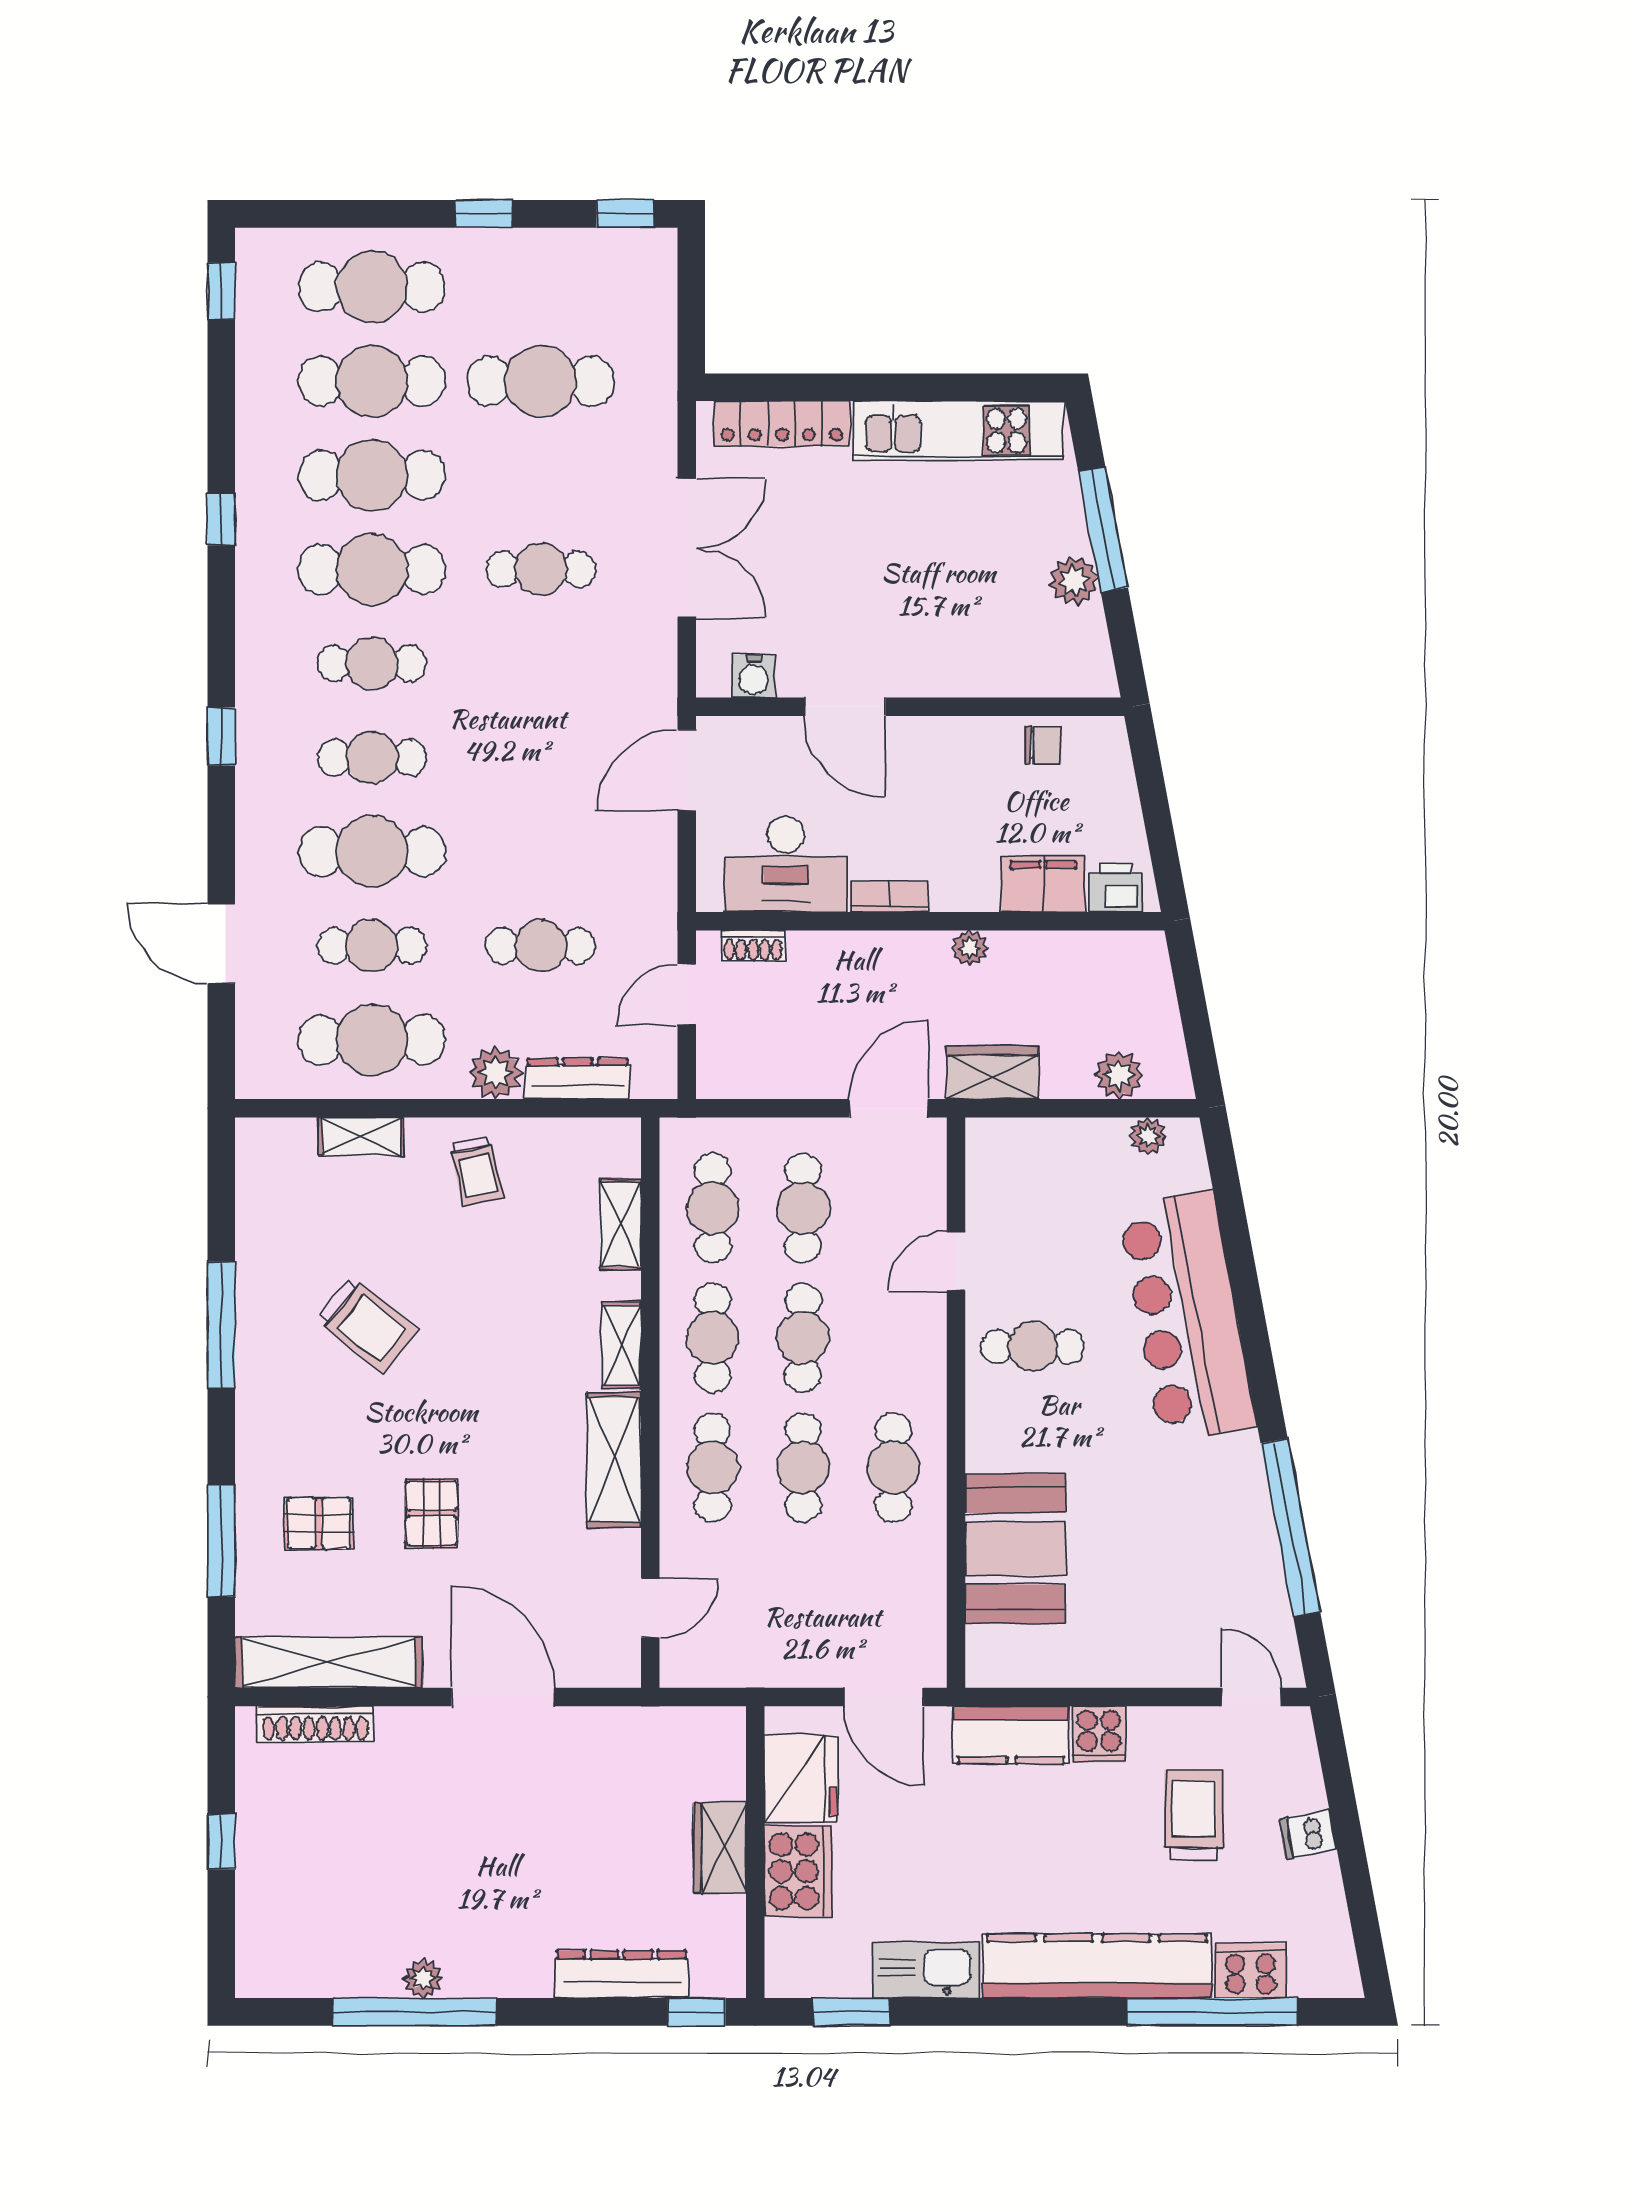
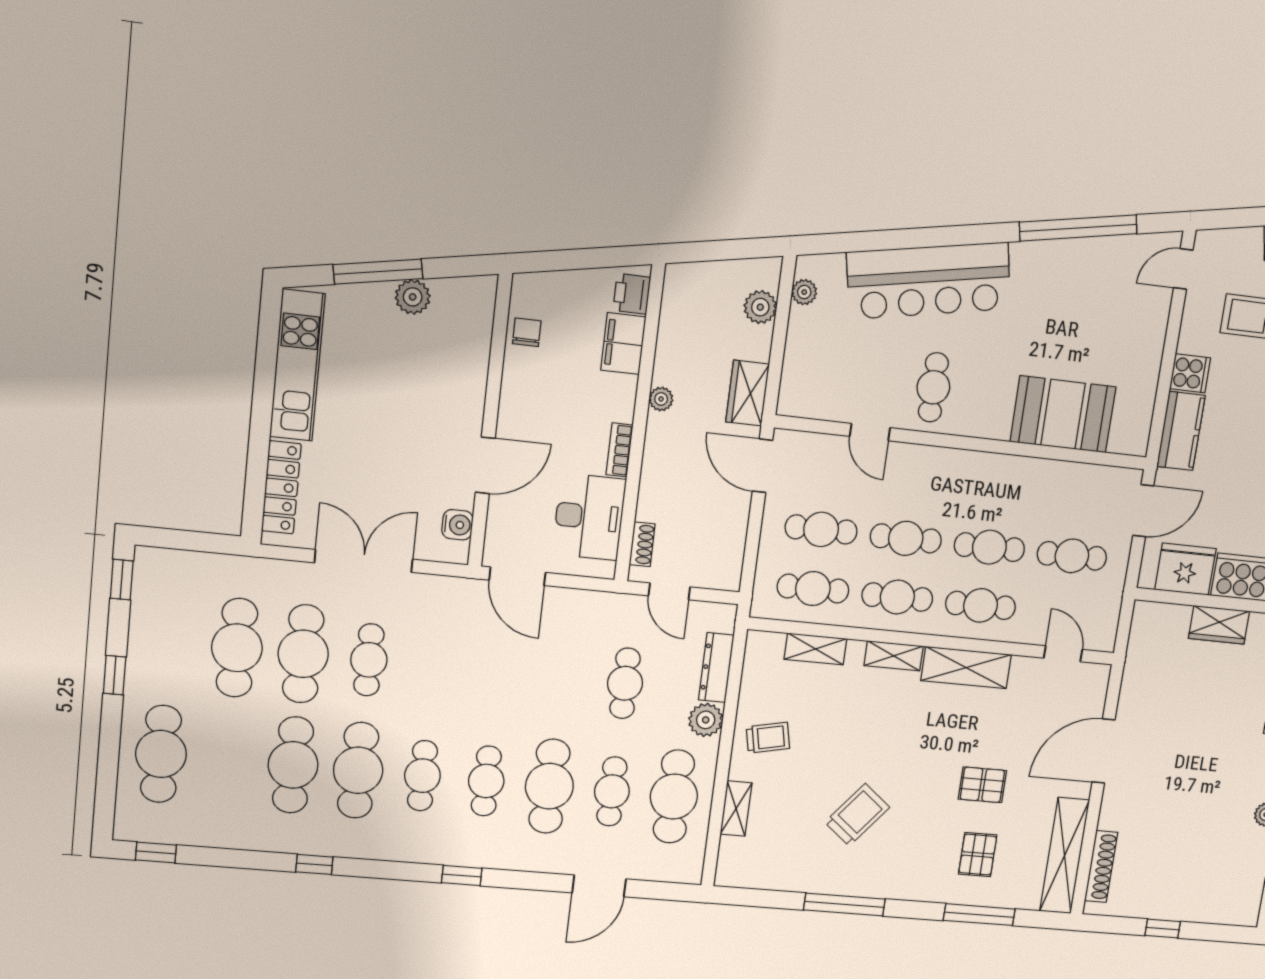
cafe table: (372, 381) -> (303, 654), moved
cafe table: (894, 1467) -> (1072, 556), moved

